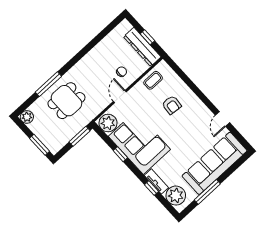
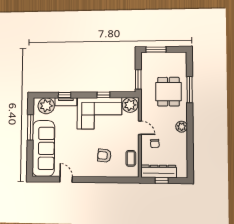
plant: (27, 117) -> (182, 127), moved

